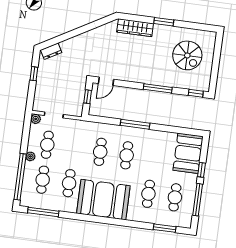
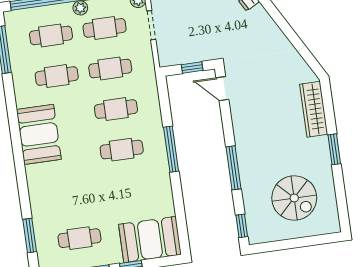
spiral stairs: (187, 55) -> (294, 198), turned -90
cafe table: (148, 194) -> (110, 68), moved
booth: (103, 200) -> (39, 134), width x0.73, depth x0.70

